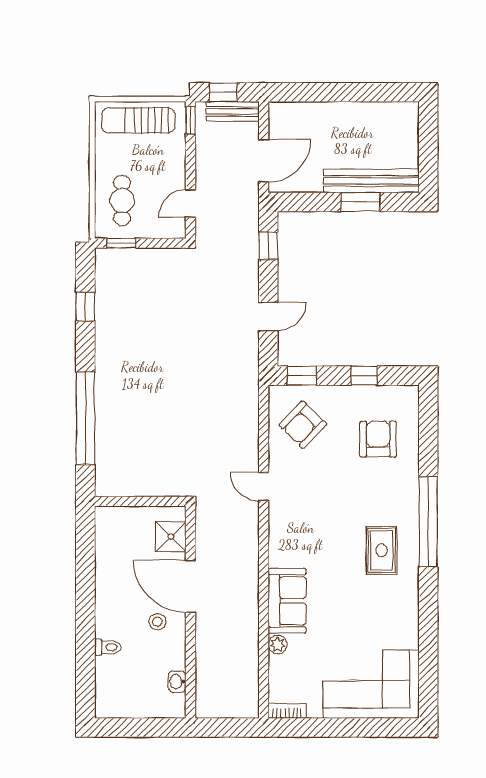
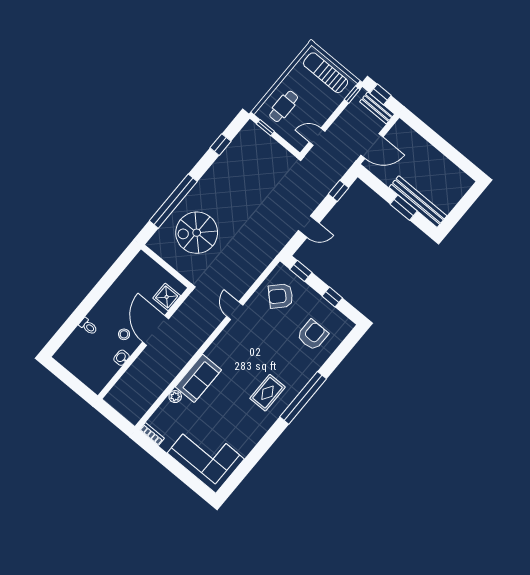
spiral stairs: (143, 432) -> (197, 233), added
washbasin: (177, 682) -> (121, 358), moved

